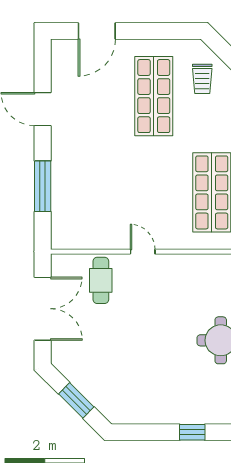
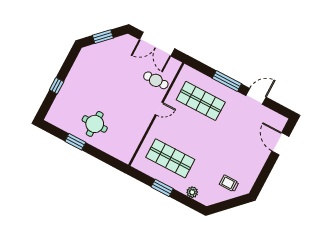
shop shelf: (154, 96) -> (201, 101), moved
window: (43, 186) -> (227, 81), moved

